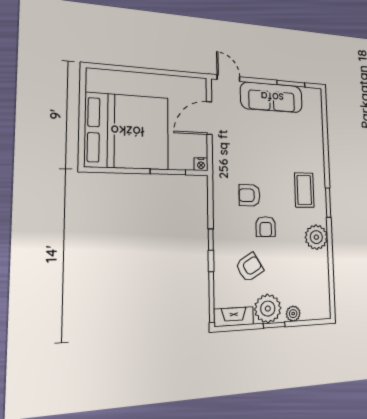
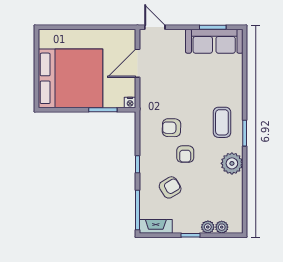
sofa: (272, 97) -> (214, 41), moved
plant: (268, 309) -> (222, 227), moved, width x0.53, depth x0.53

